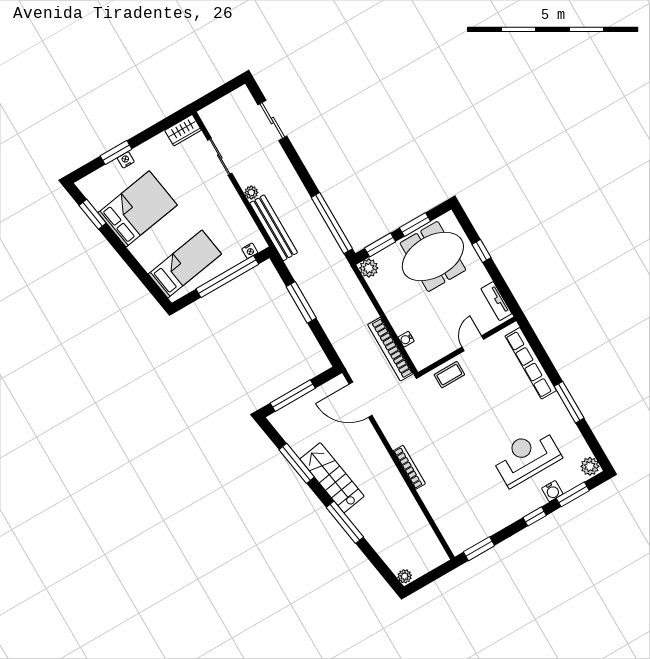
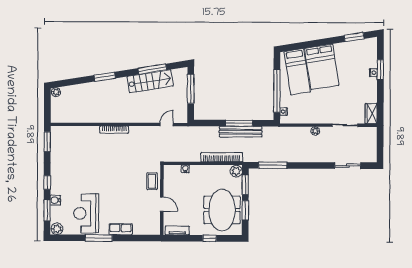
bed: (138, 209) -> (322, 67), moved
window: (332, 223) -> (273, 165), width x0.68
bench: (274, 228) -> (241, 132), moved
bookcase: (390, 349) -> (222, 157), moved
row of seats: (531, 363) -> (121, 229), width x0.50
door: (361, 400) -> (167, 125), width x0.53
reception desk: (527, 457) -> (86, 213), moved, turned 180
stairs: (332, 478) -> (150, 81), moved
window: (345, 522) -> (105, 77), width x0.69

